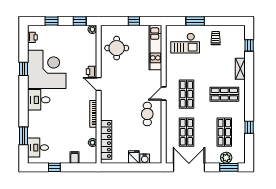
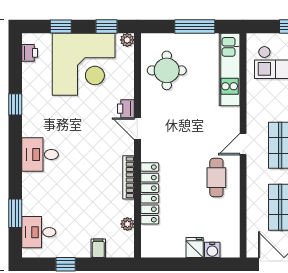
window: (134, 21) -> (195, 26), width x2.17
corner desk: (47, 69) -> (84, 64), moved, turned 90
locker: (106, 140) -> (150, 193), moved

